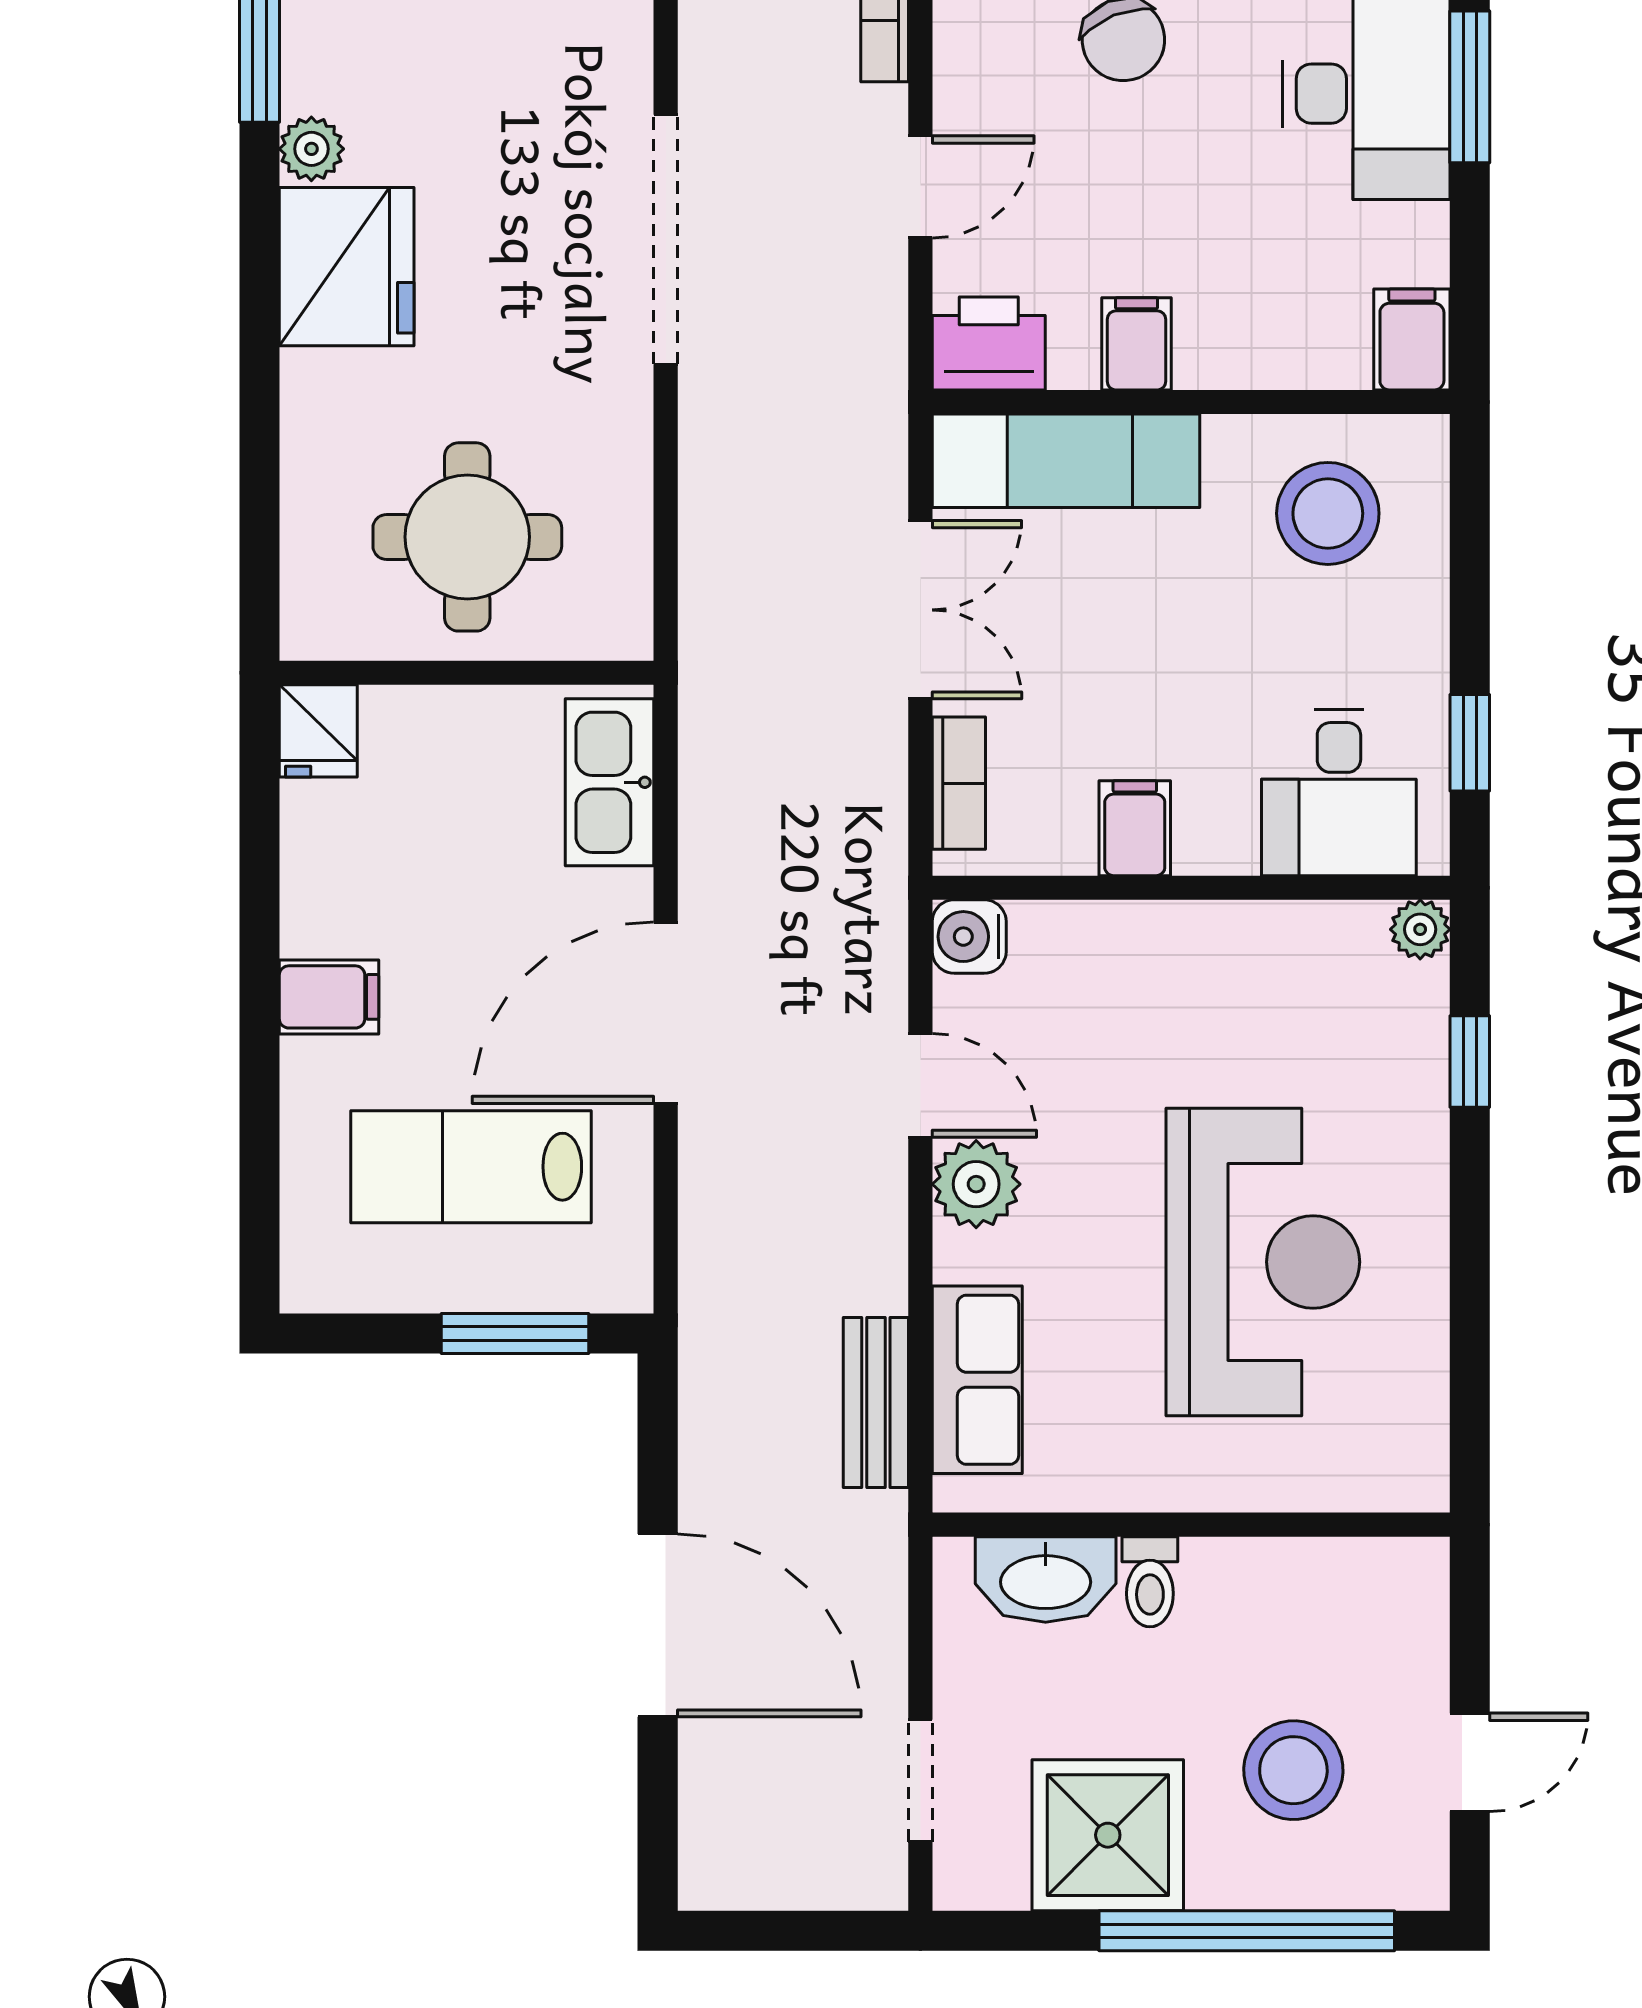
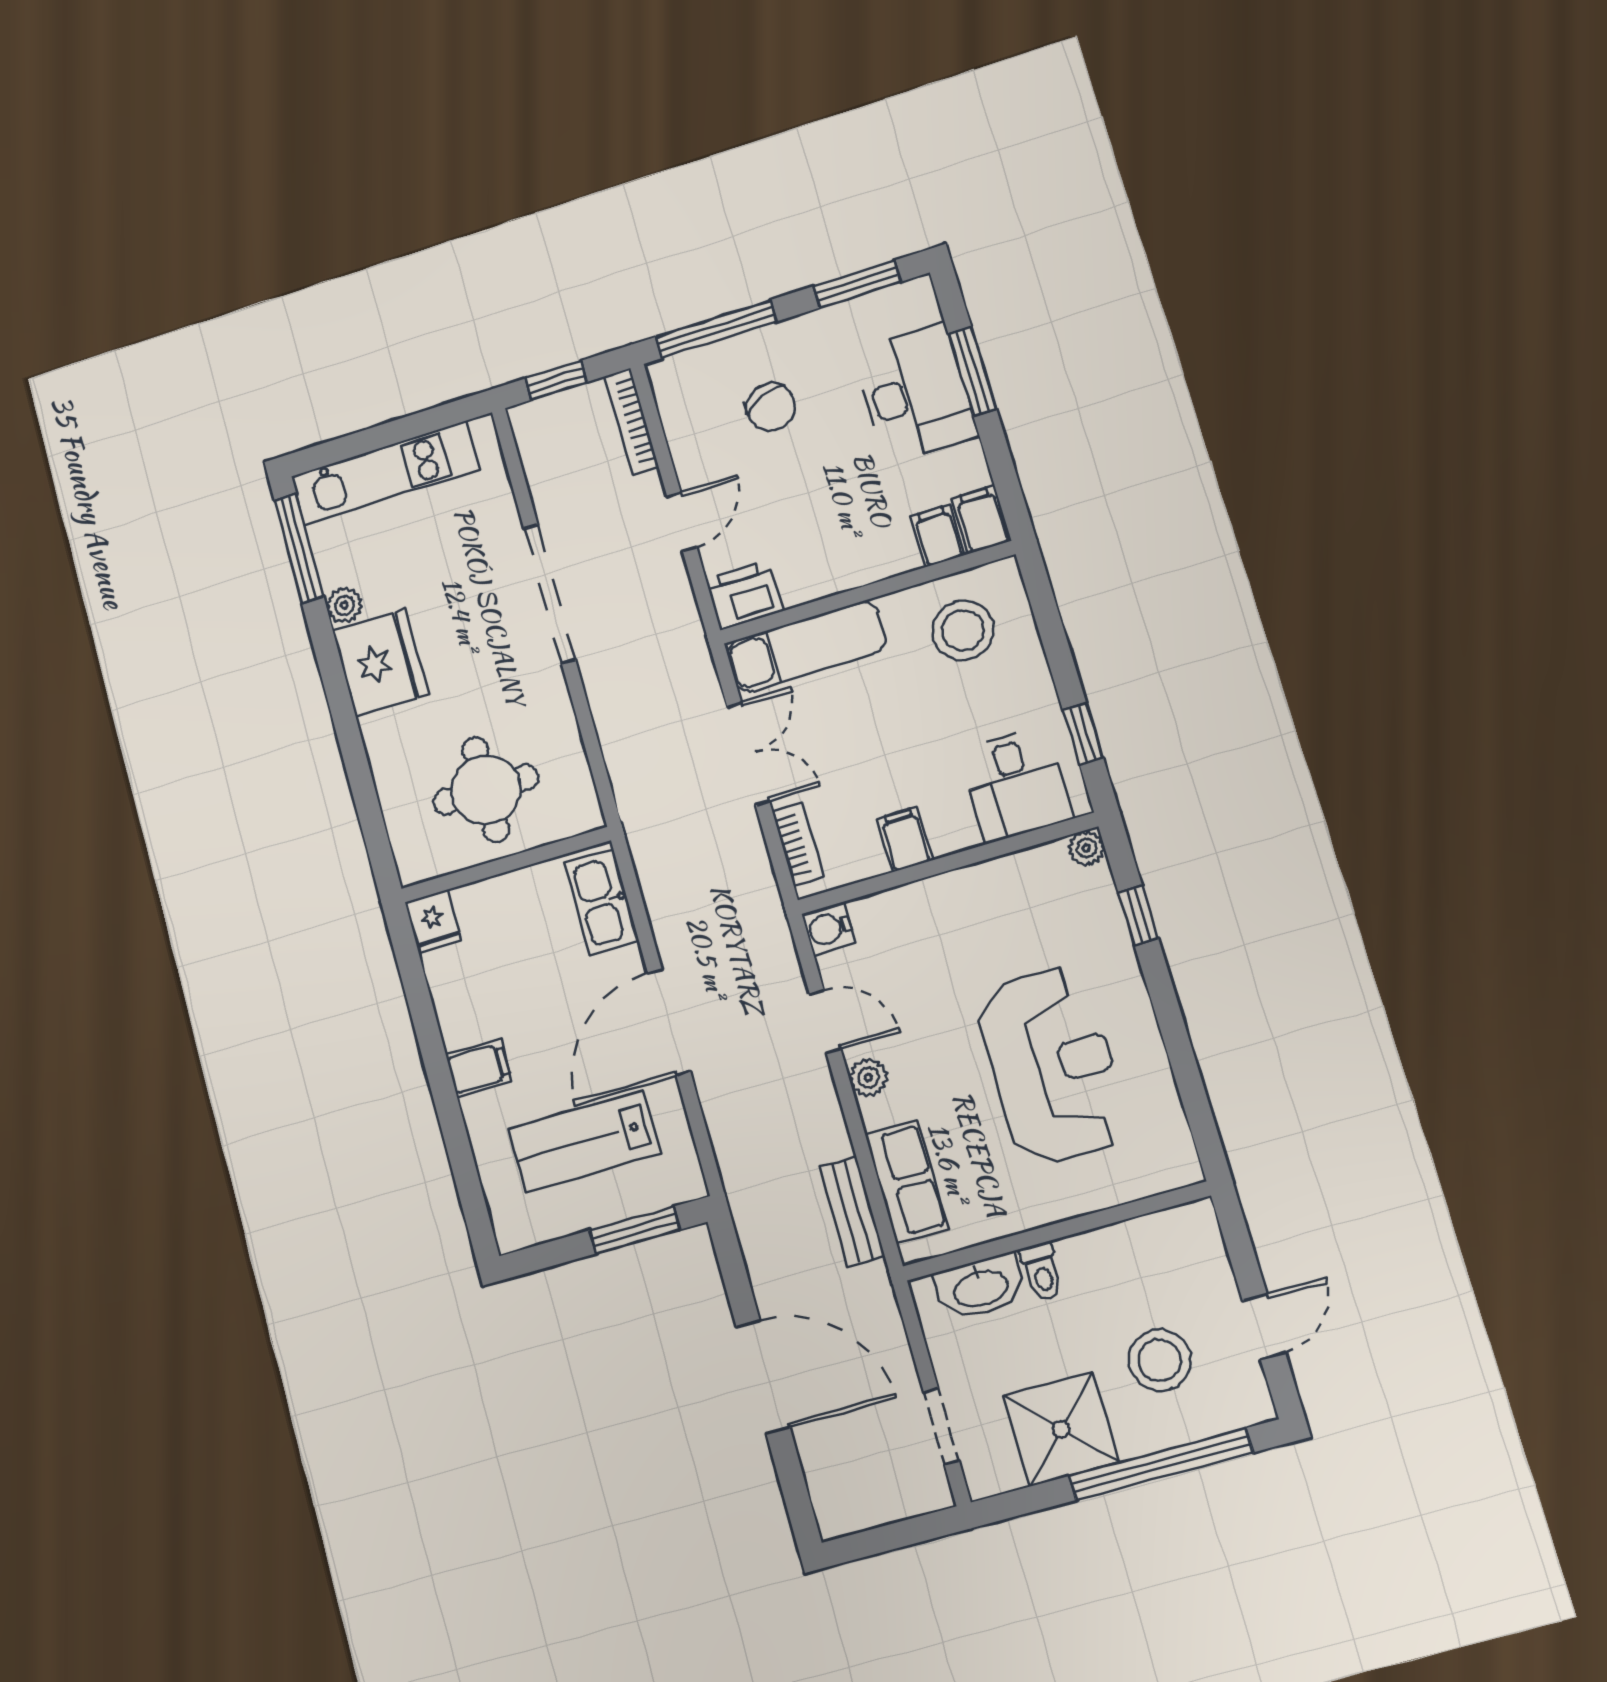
filing cabinet: (1136, 344) -> (938, 536), moved
plant: (976, 1184) -> (868, 1078), width x0.73, depth x0.73

